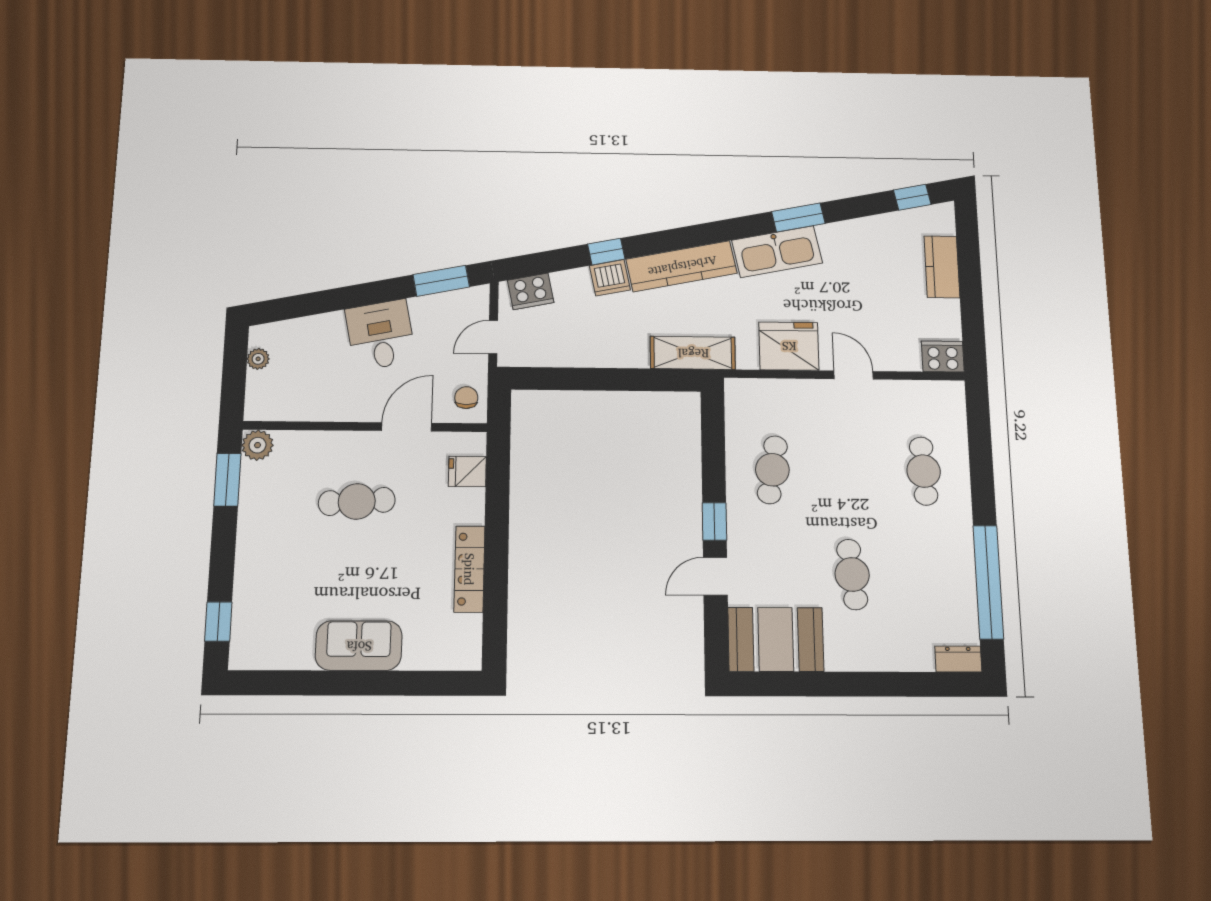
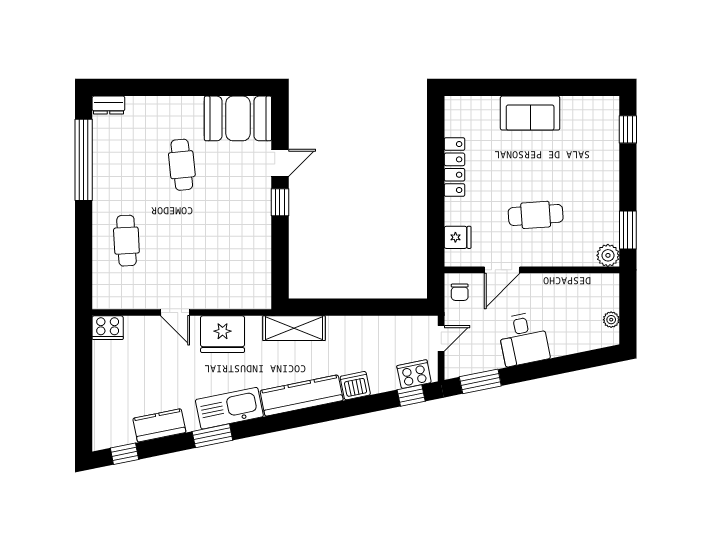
window: (606, 252) -> (411, 395), moved
kitchen counter: (942, 267) -> (159, 425), moved, turned -101
cafe table: (772, 470) -> (237, 241), removed

